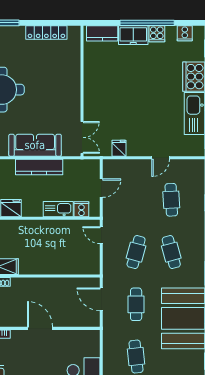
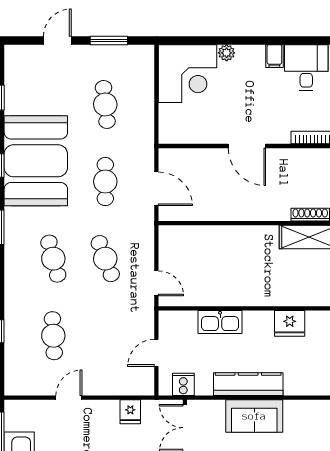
sofa: (35, 145) -> (254, 416), width x0.73
cooker: (81, 209) -> (183, 384), moved, turned 180
cafe table: (136, 252) -> (105, 259), turned -36

